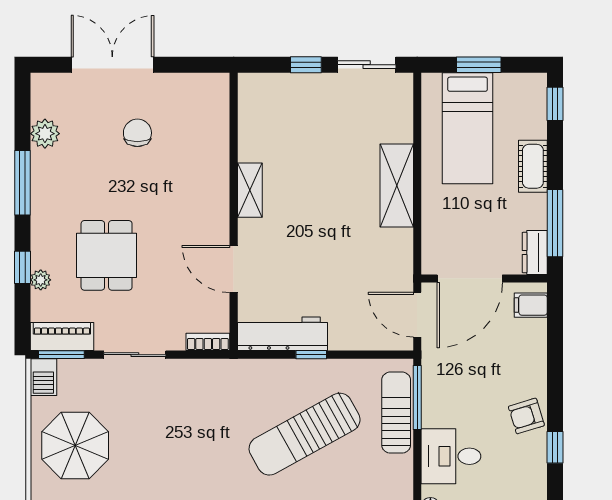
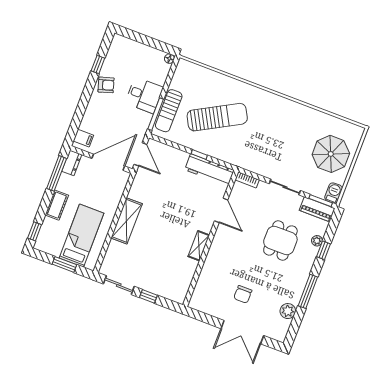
desk: (451, 456) -> (144, 95), moved

